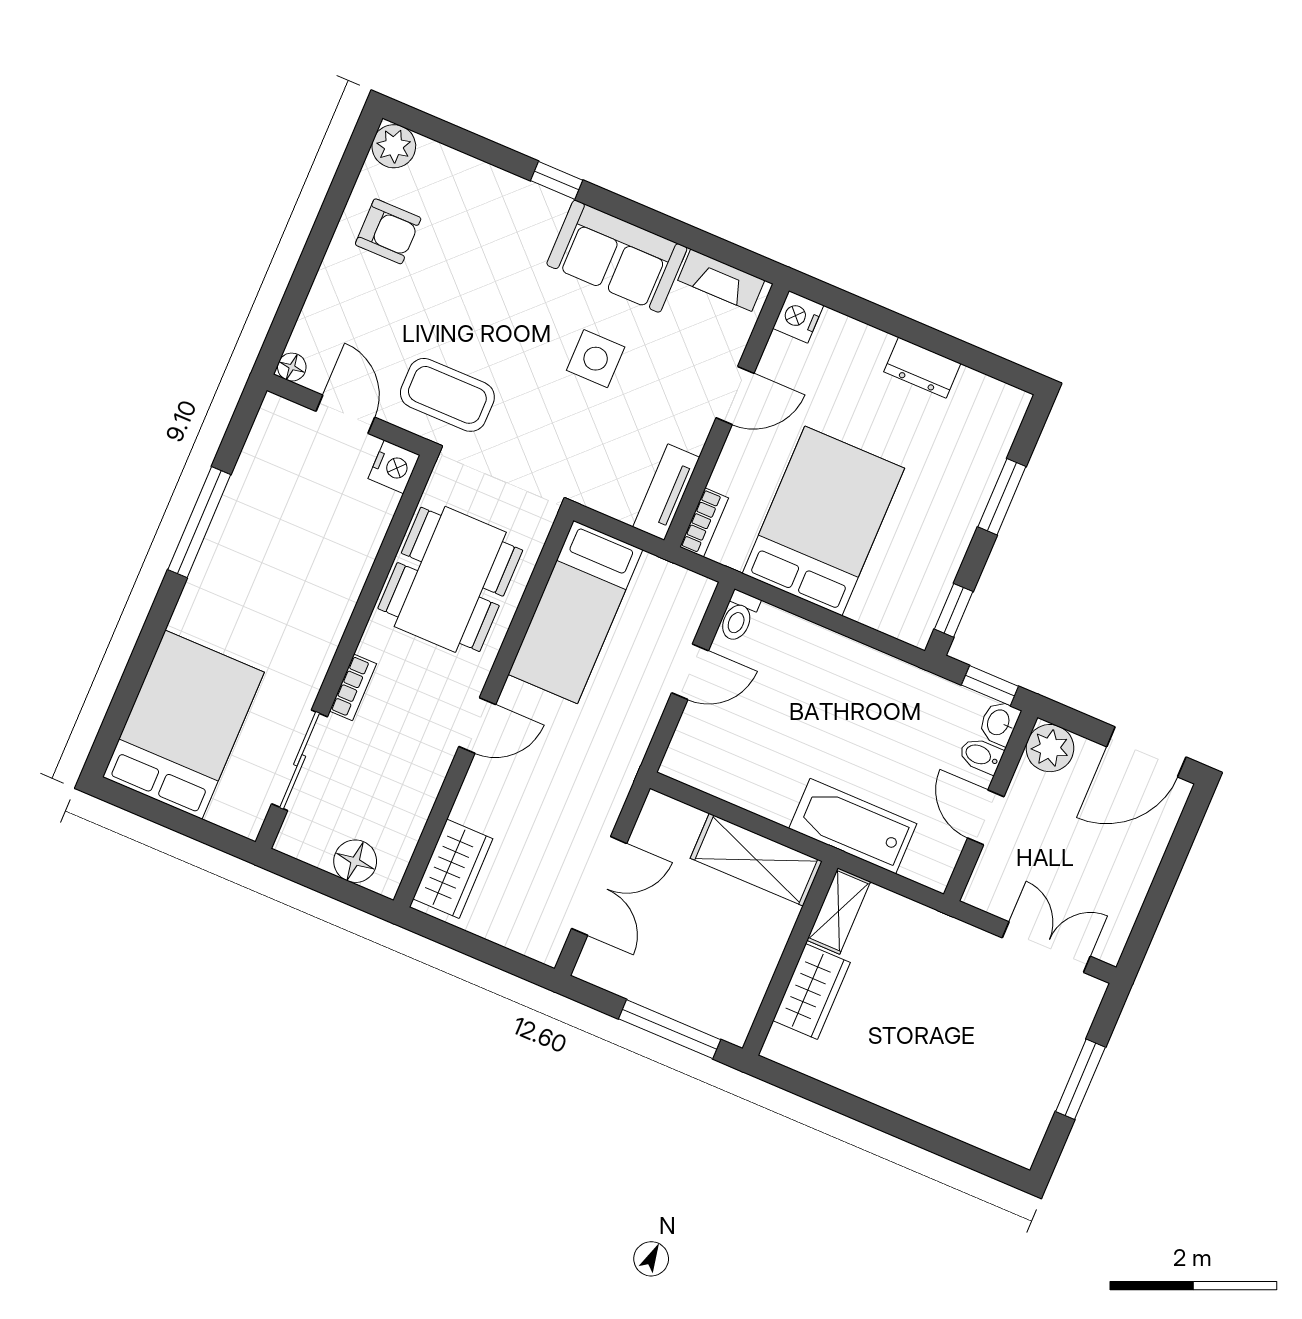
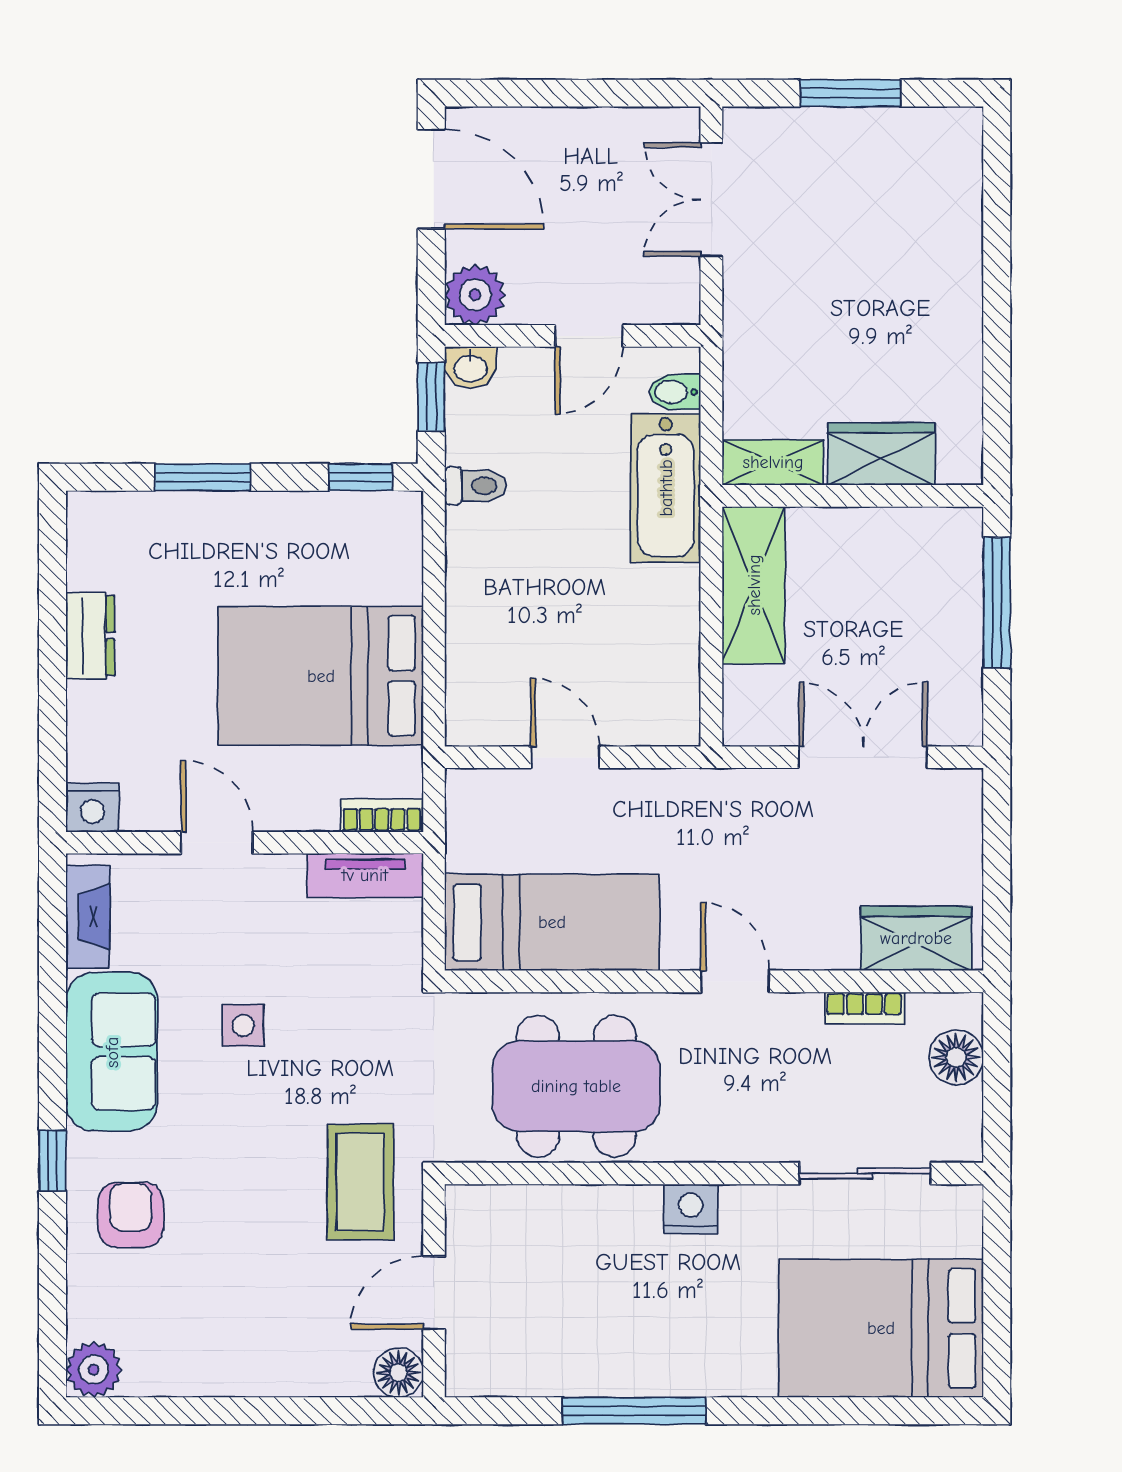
armchair: (388, 231) -> (131, 1215), moved
side table: (596, 359) -> (243, 1025), width x0.73, depth x0.73
floor lamp: (292, 367) -> (399, 1373), width x1.37, depth x1.37
nightstand: (394, 467) -> (691, 1209), moved
toilet: (739, 616) -> (476, 486), moved
bookcase: (353, 687) -> (864, 1008), moved, turned 180
bidet: (981, 756) -> (675, 392), moved, turned 90

